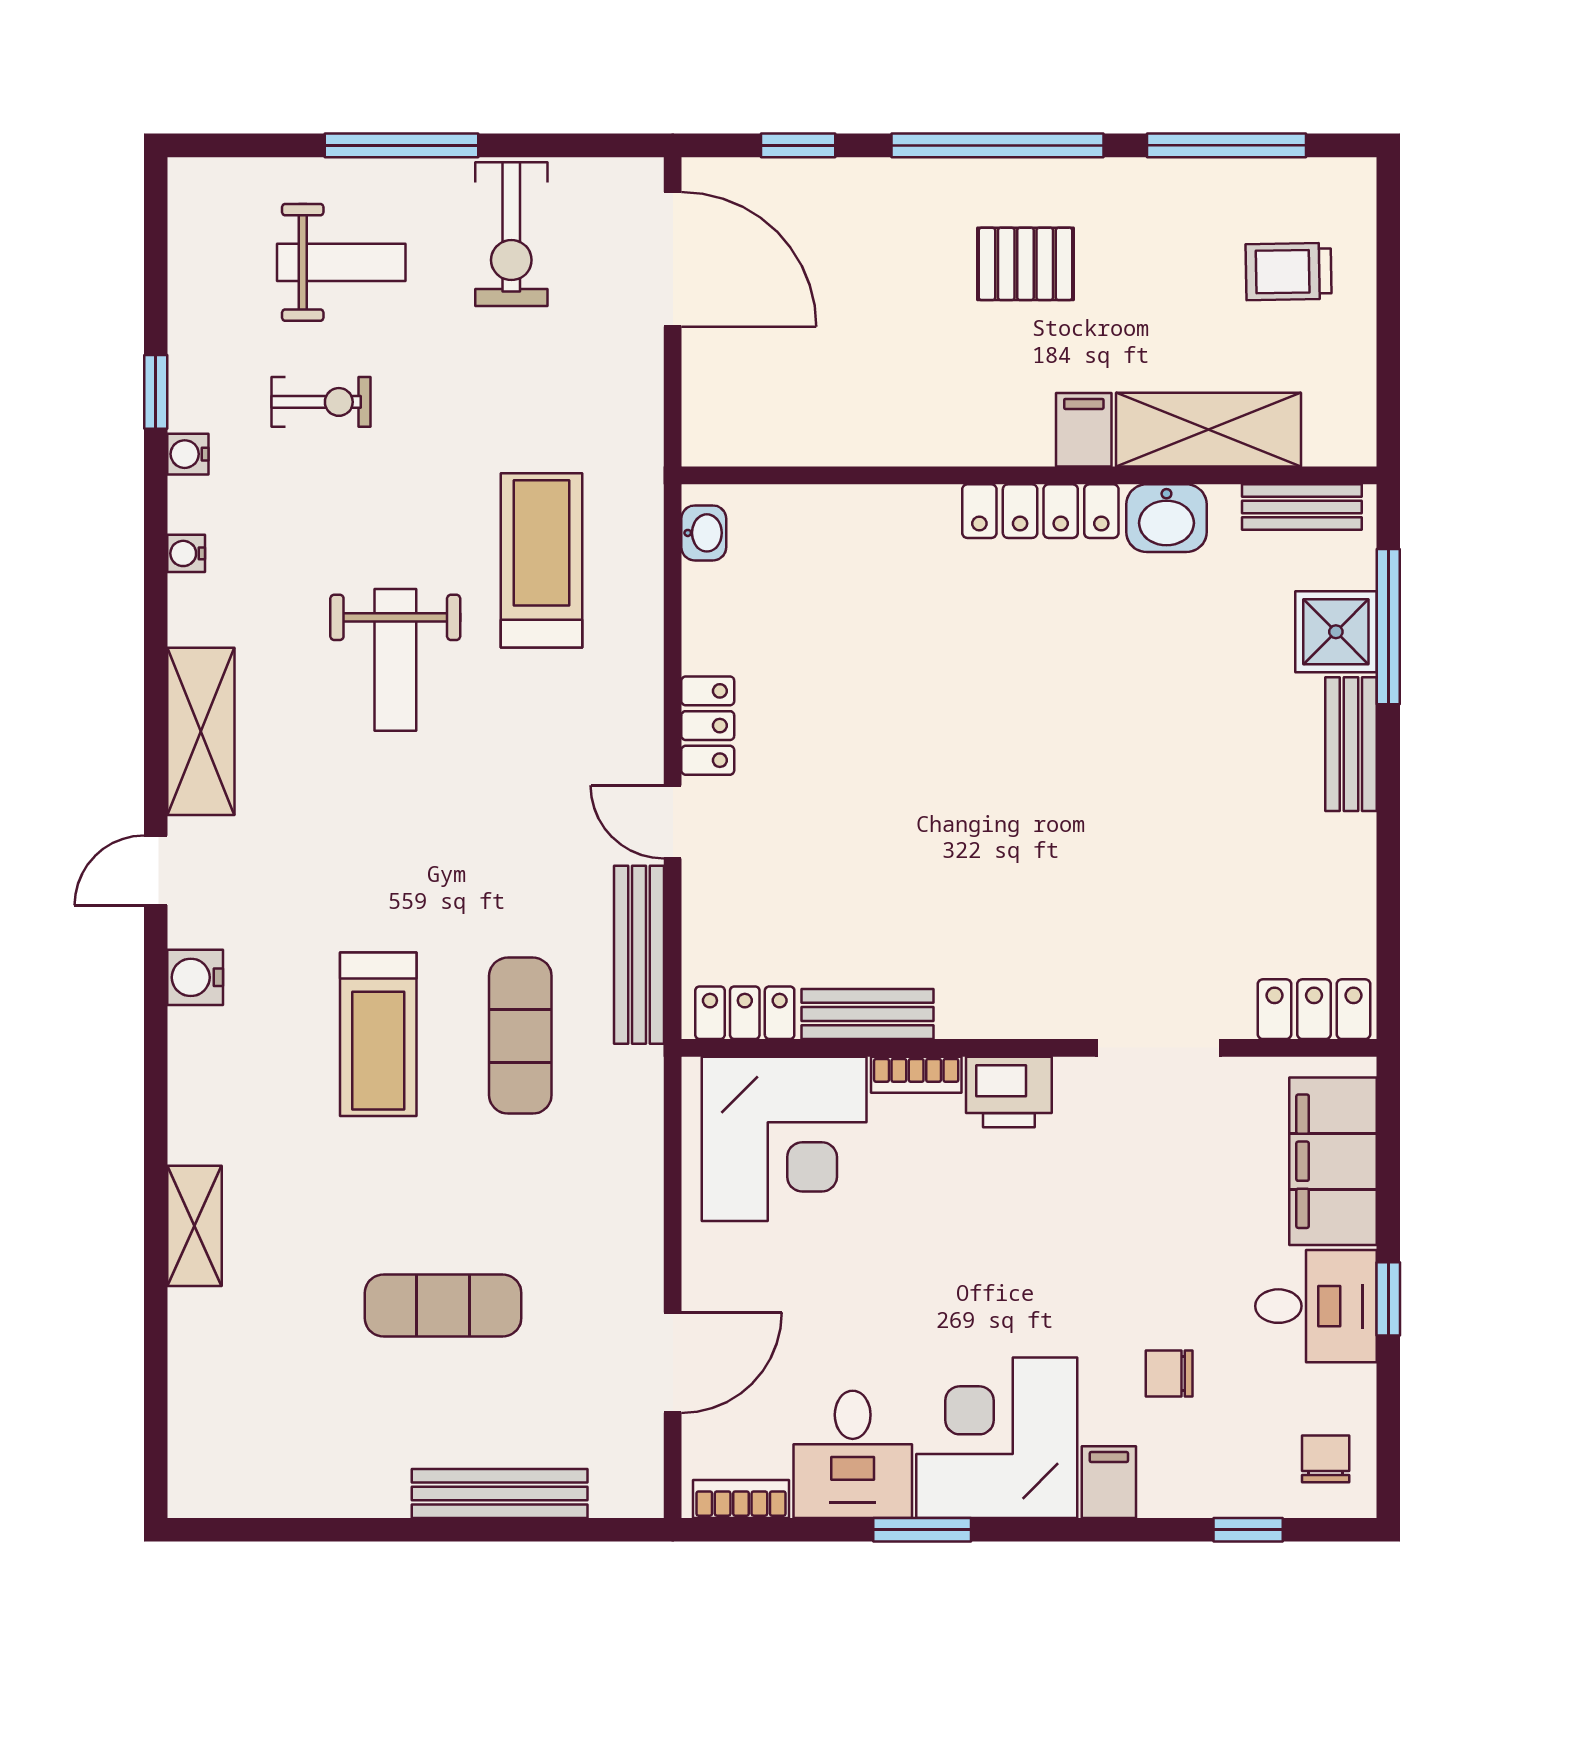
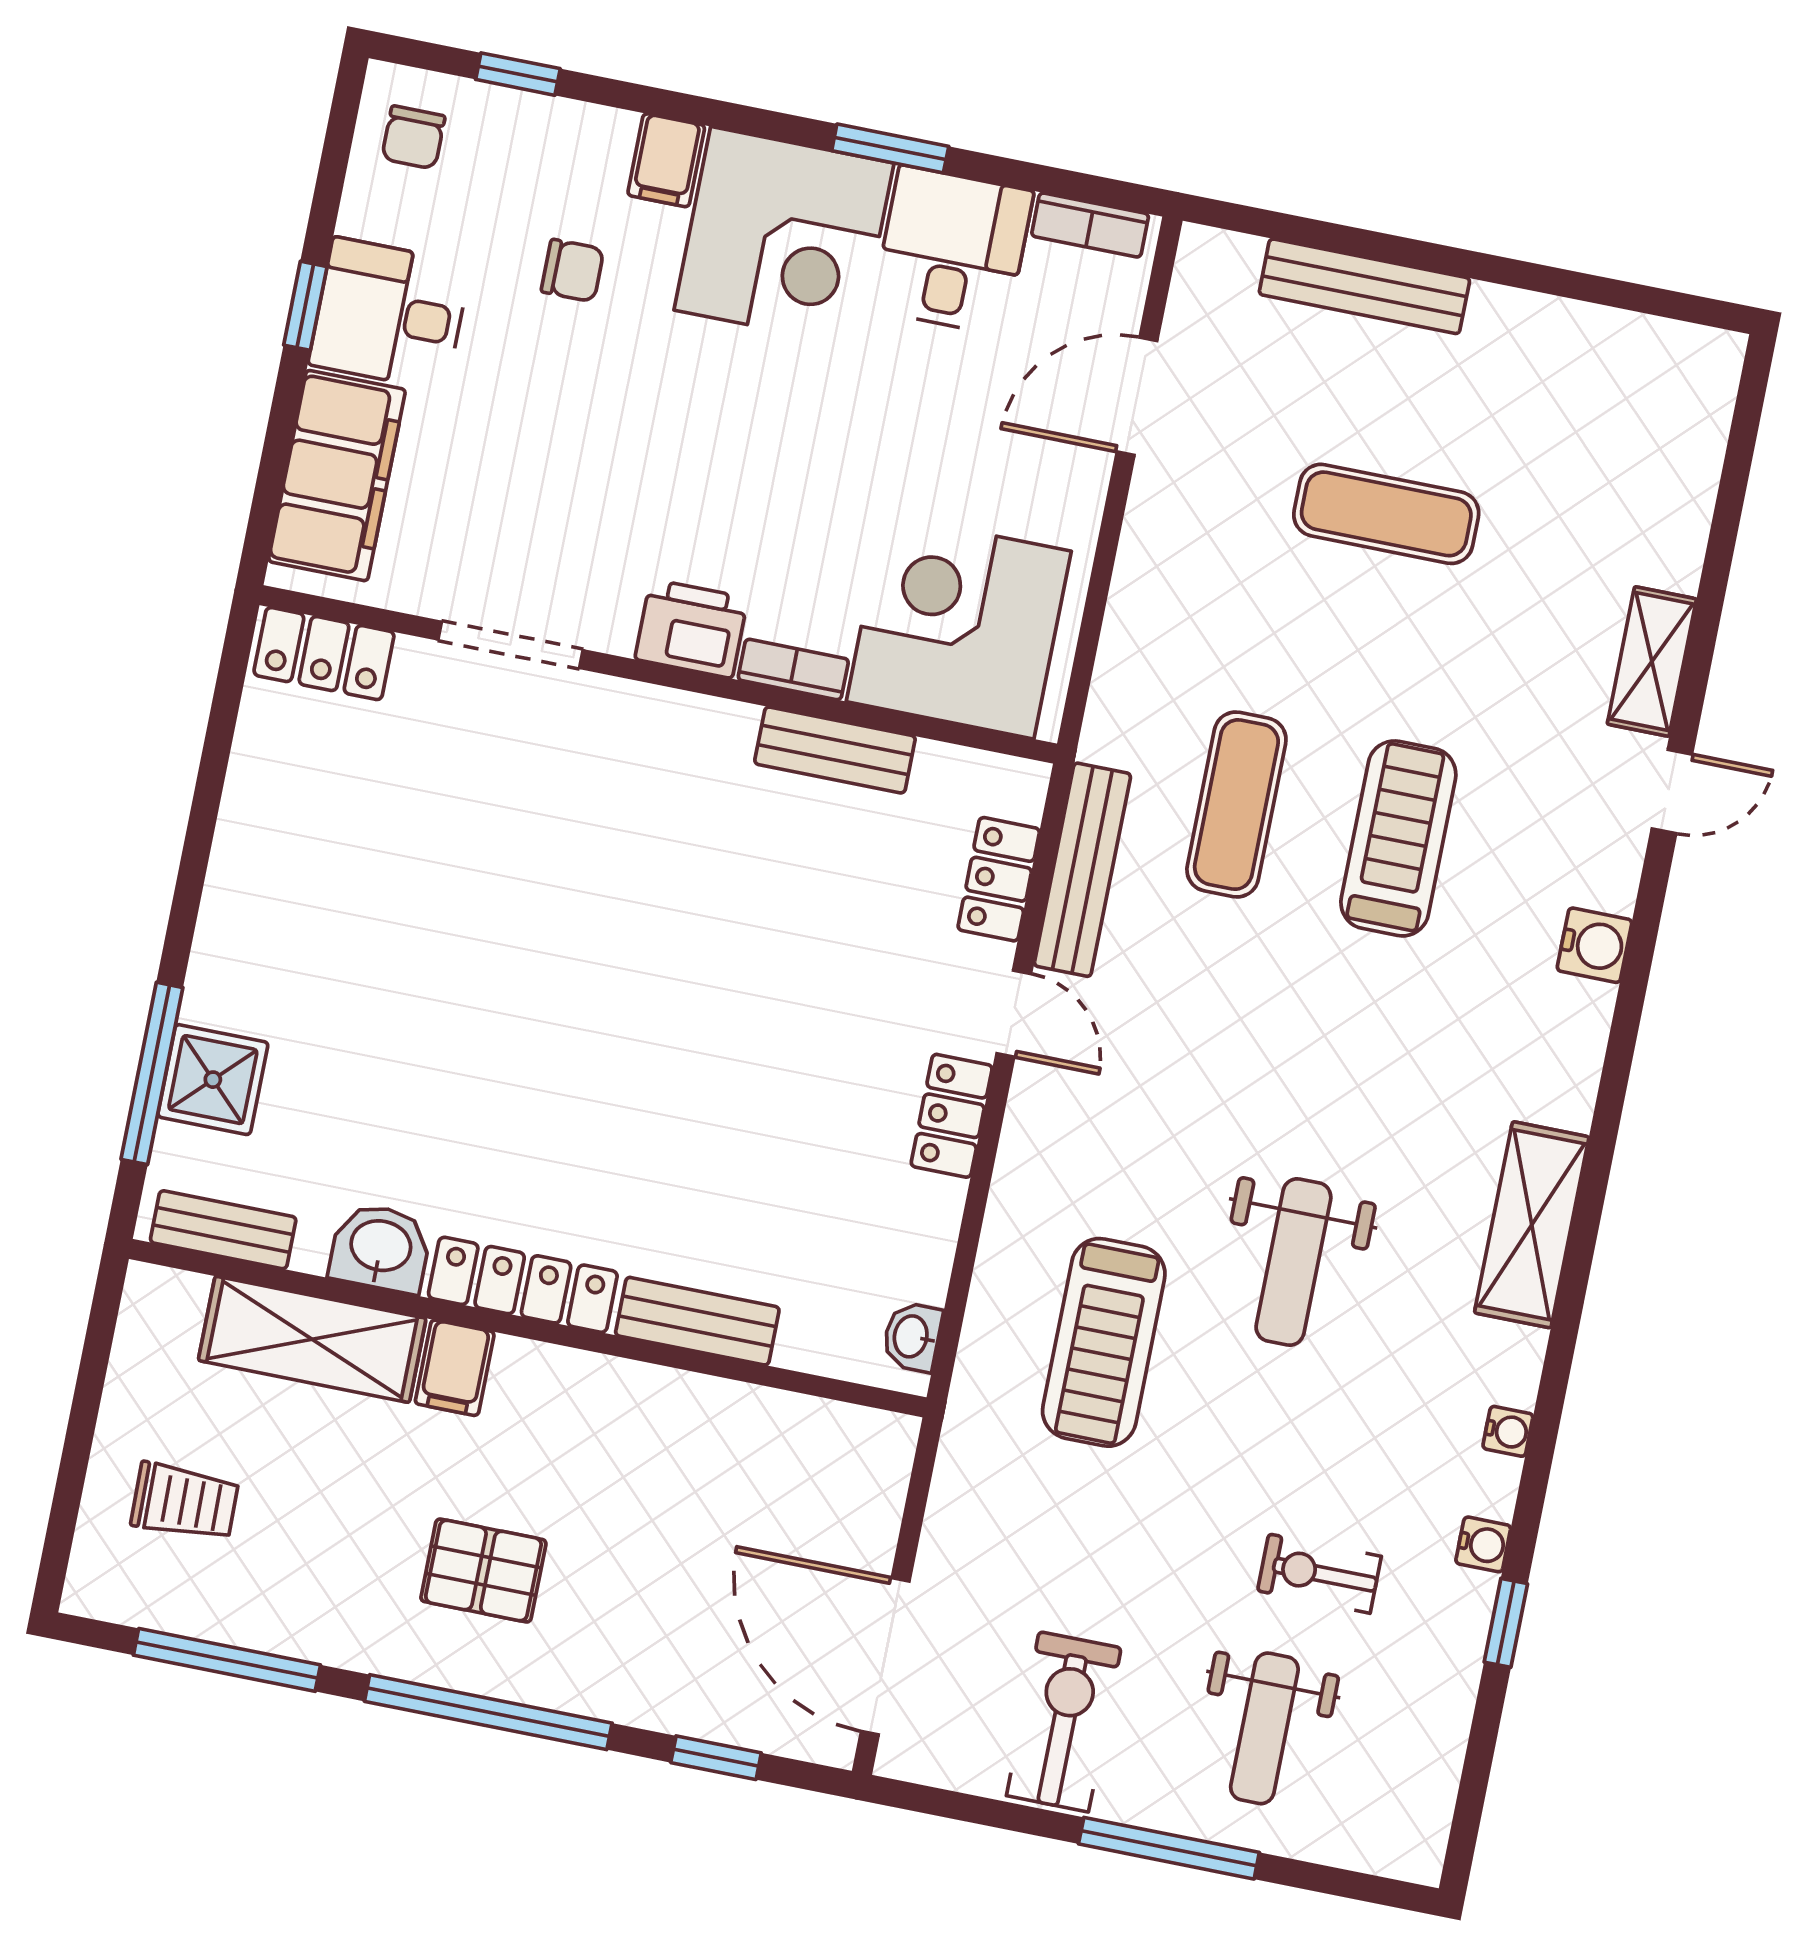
weight bench: (341, 262) -> (1264, 1728), turned -90
weight bench: (395, 660) -> (1293, 1262), turned 180
bench: (1351, 744) -> (697, 1321), moved, turned 90
door: (156, 870) -> (1672, 792), moved
locker: (745, 1013) -> (999, 879), moved, turned 90

